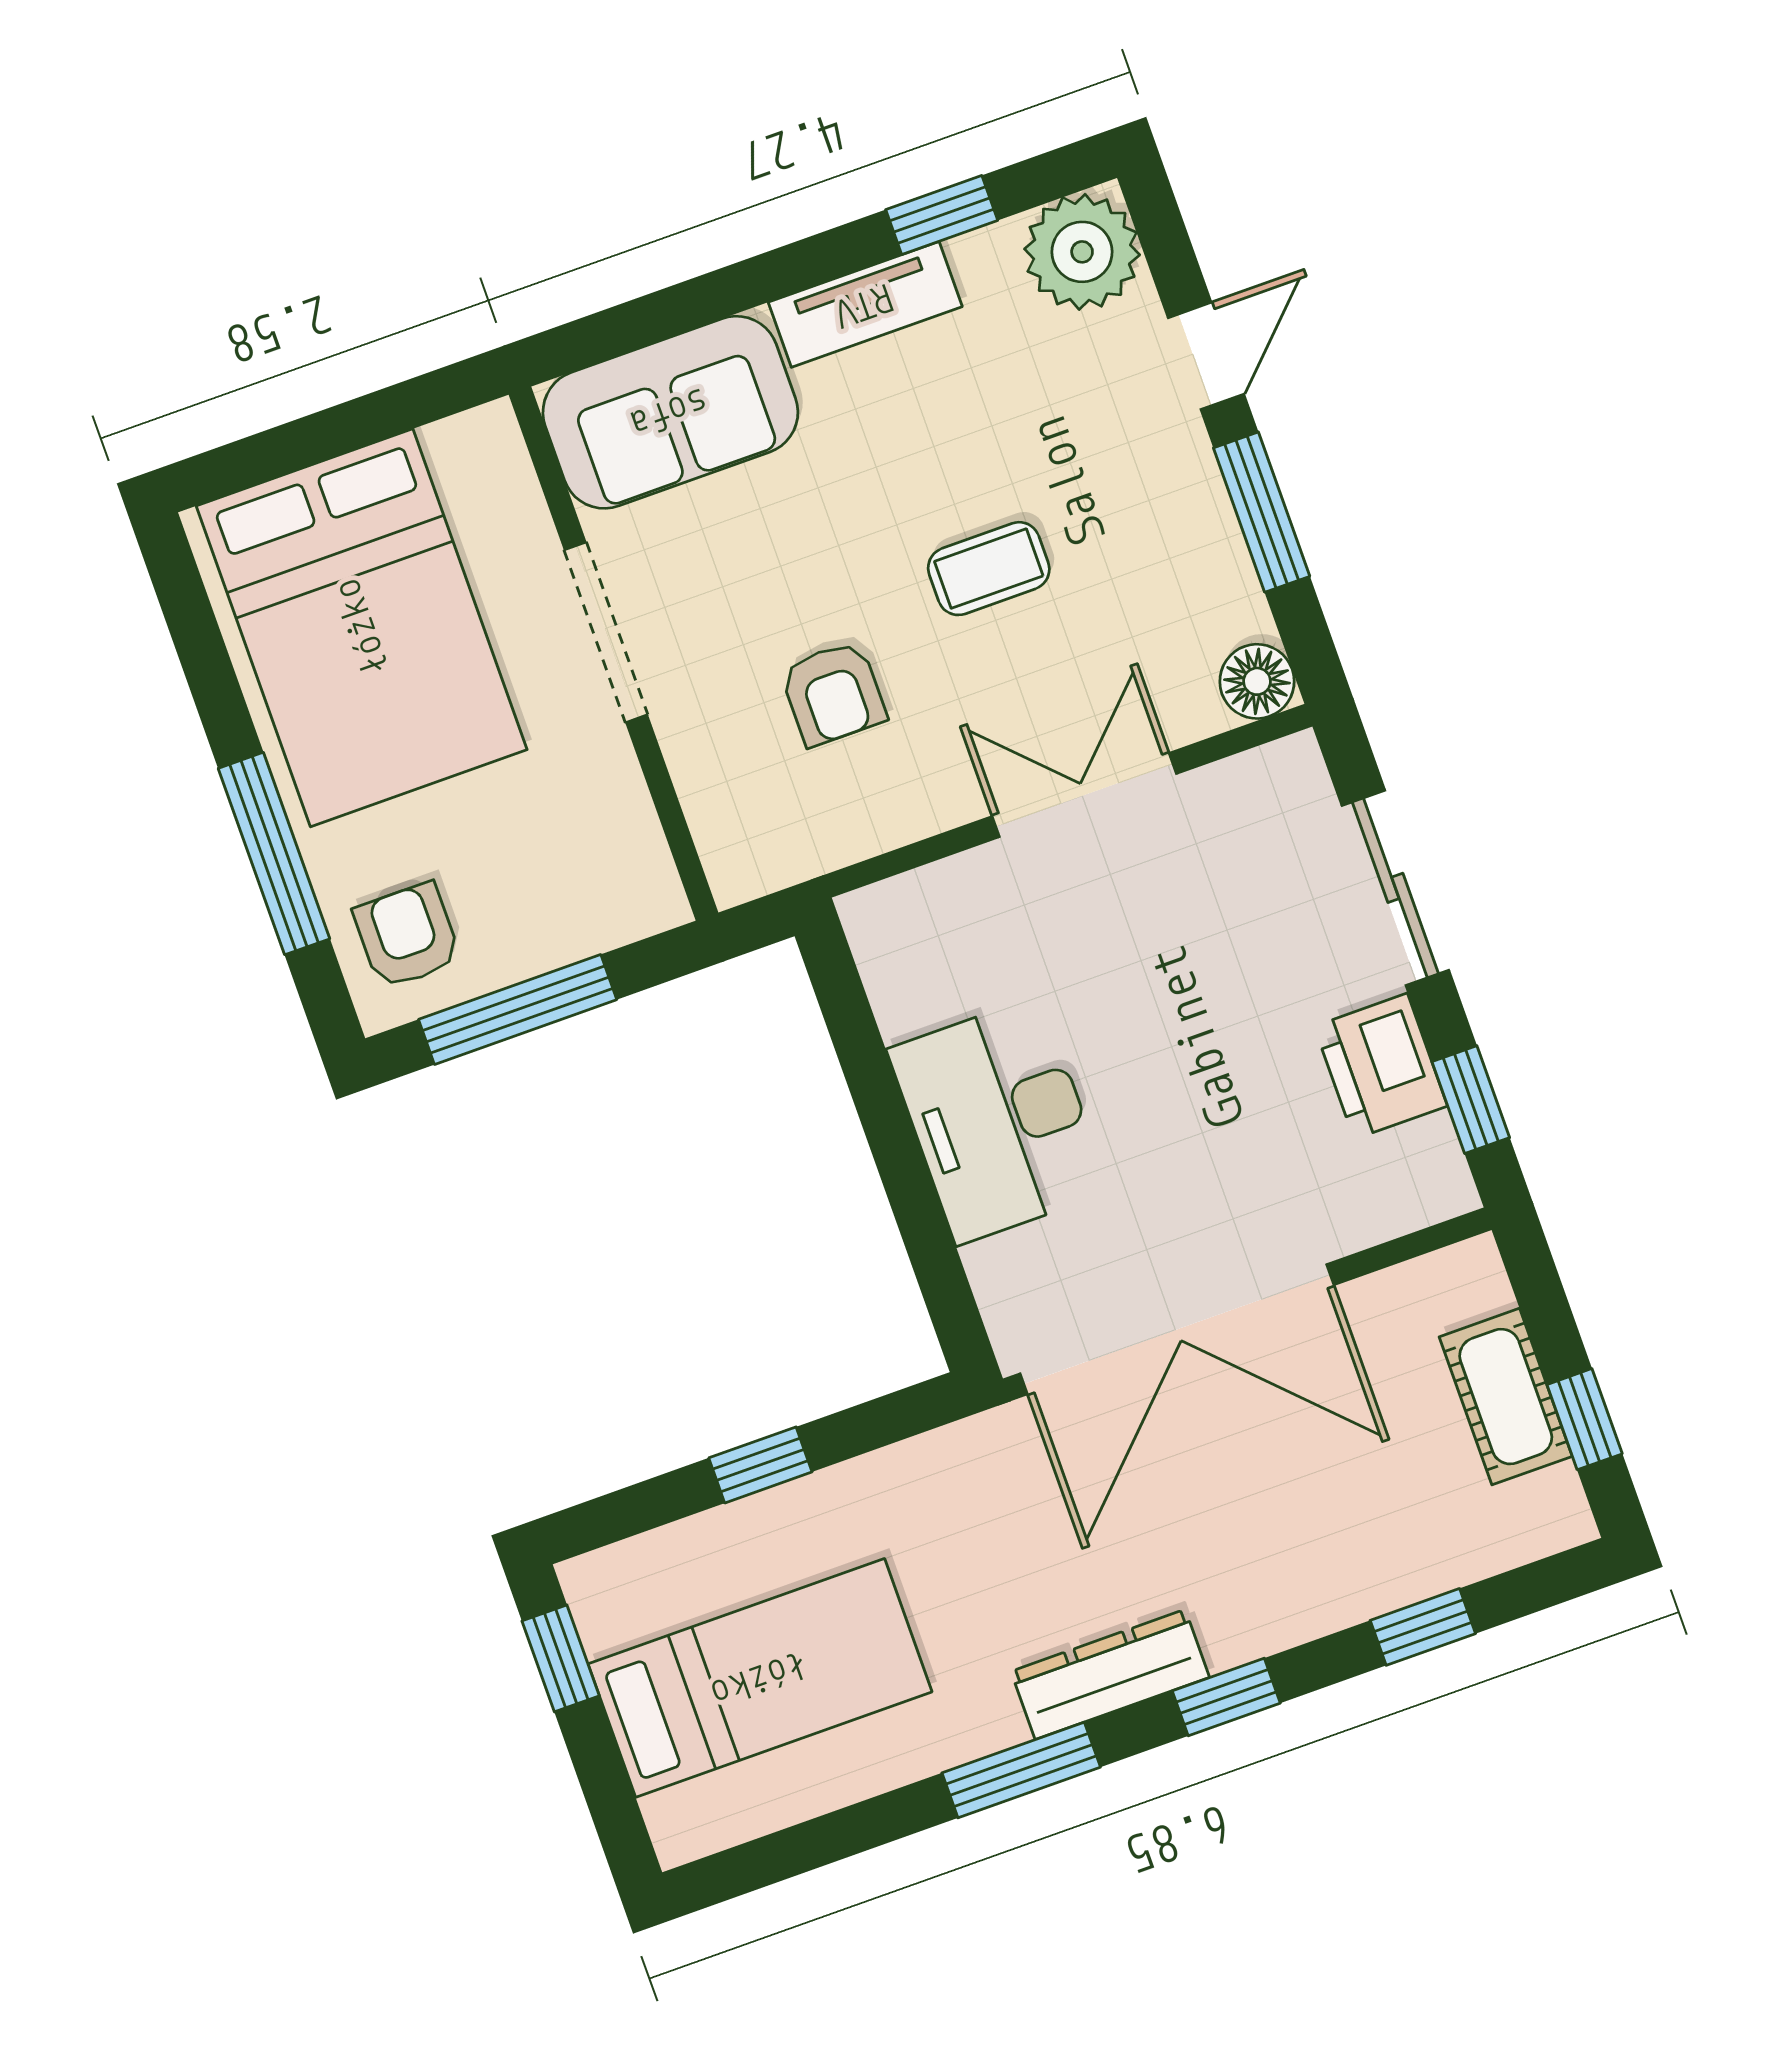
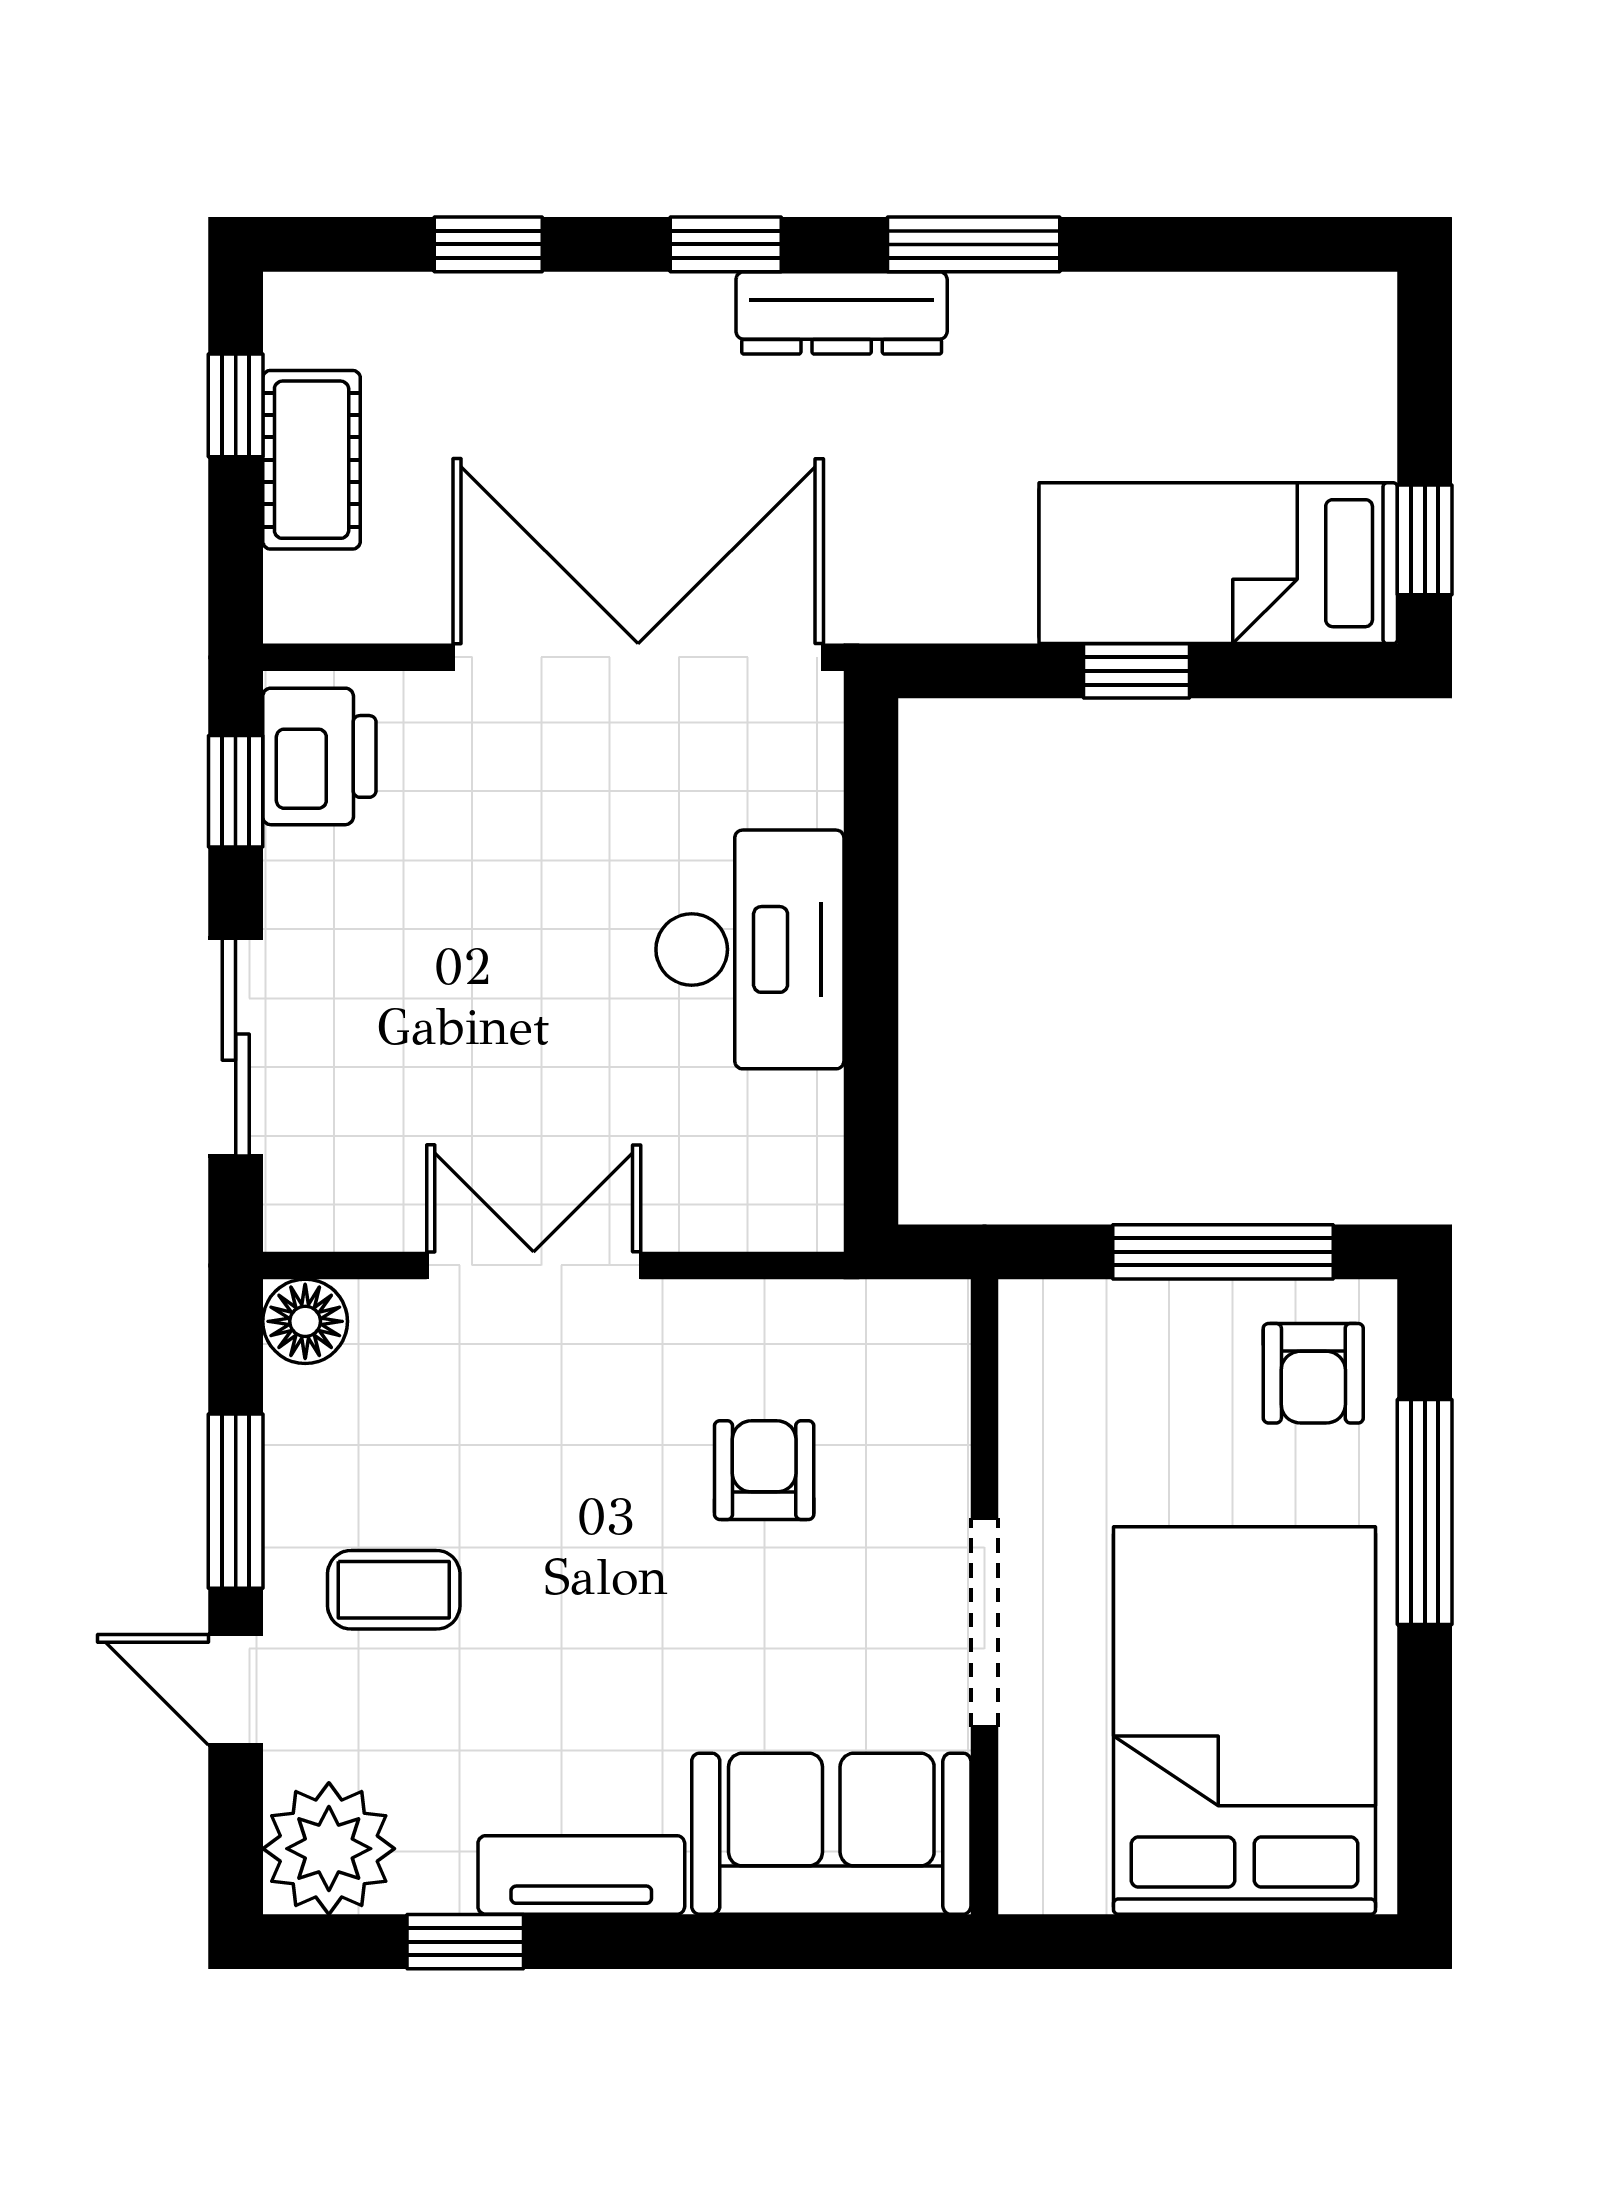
door: (1206, 356) -> (236, 1690), hinge flipped
coffee table: (989, 569) -> (394, 1590), moved
double door: (1084, 795) -> (534, 1265), swing flipped
printer: (1381, 1066) -> (319, 756), moved
bed: (760, 1678) -> (1218, 563), moved

